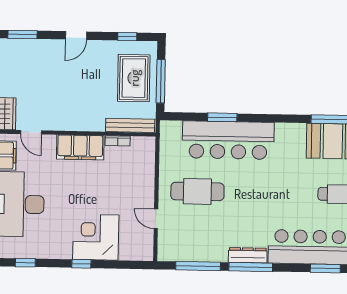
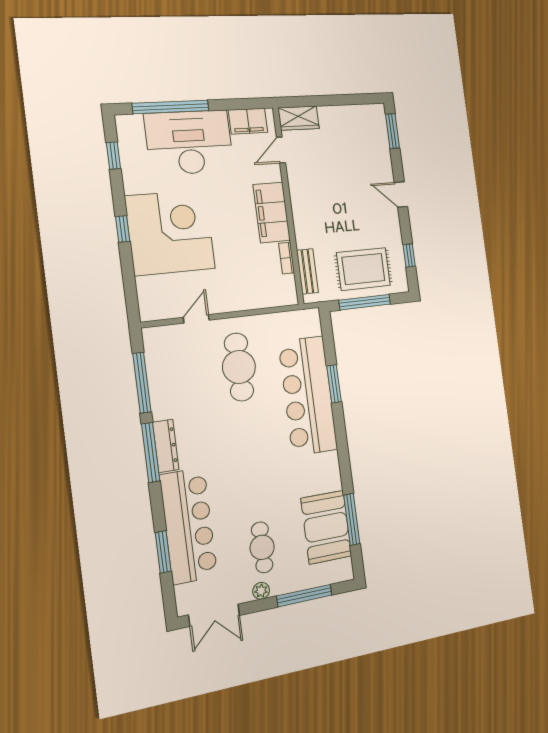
bench: (130, 125) -> (307, 271), width x0.73
corner desk: (96, 237) -> (170, 233), width x1.36, depth x1.36

